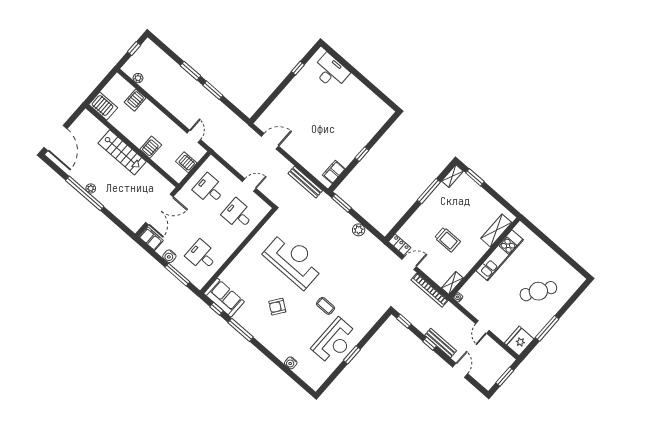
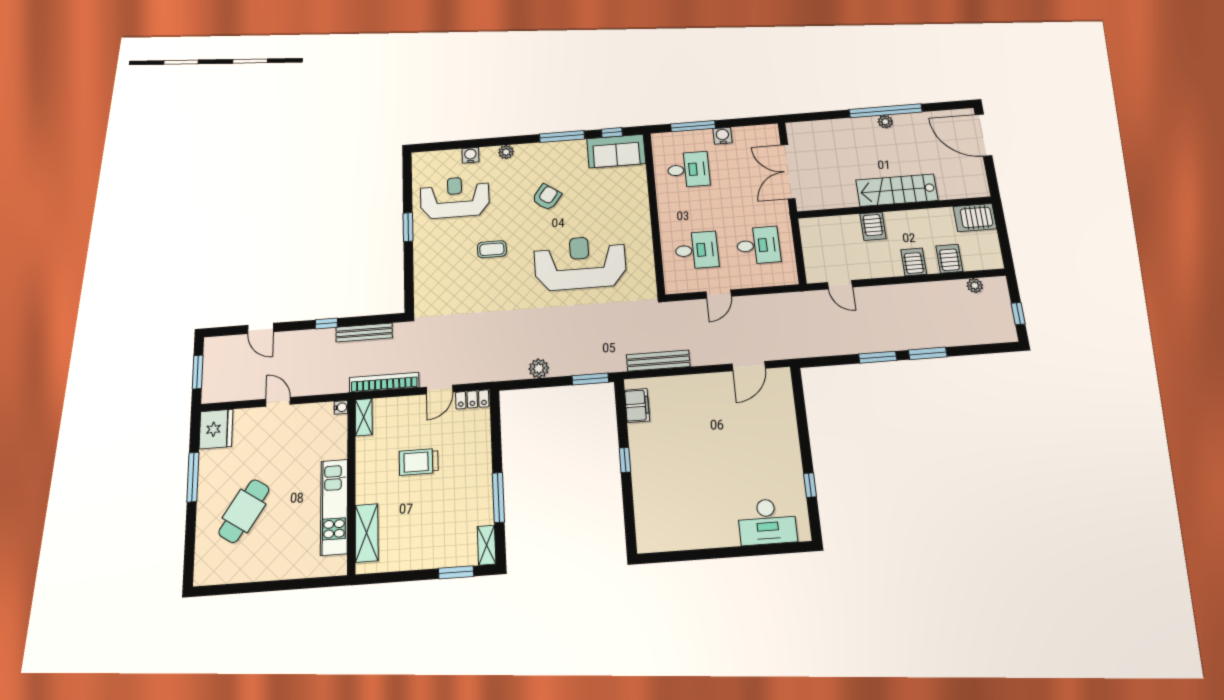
server rack: (186, 162) -> (914, 262), moved, turned -90
filing cabinet: (151, 239) -> (762, 134), removed
reception desk: (294, 260) -> (580, 263), turned 180
window: (404, 321) -> (382, 319), removed
reception desk: (335, 341) -> (455, 197), moved, turned 90
bench: (441, 343) -> (364, 333), moved
plant: (273, 348) -> (506, 152), added

